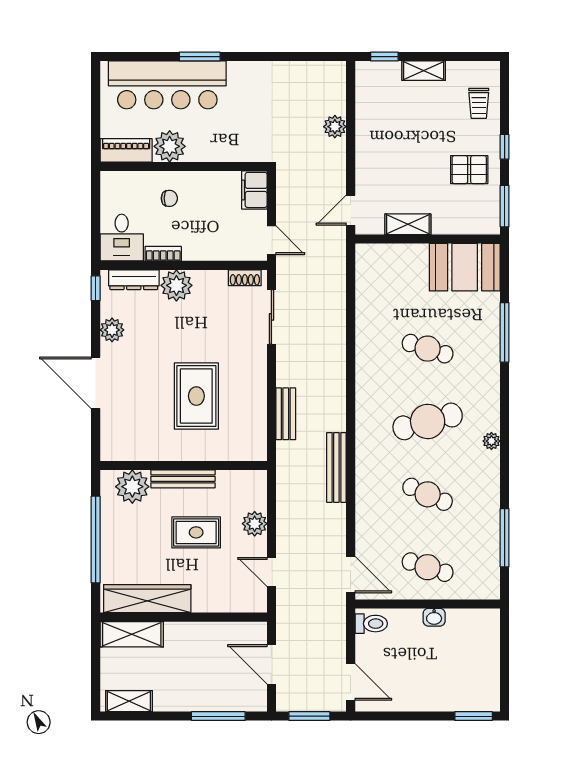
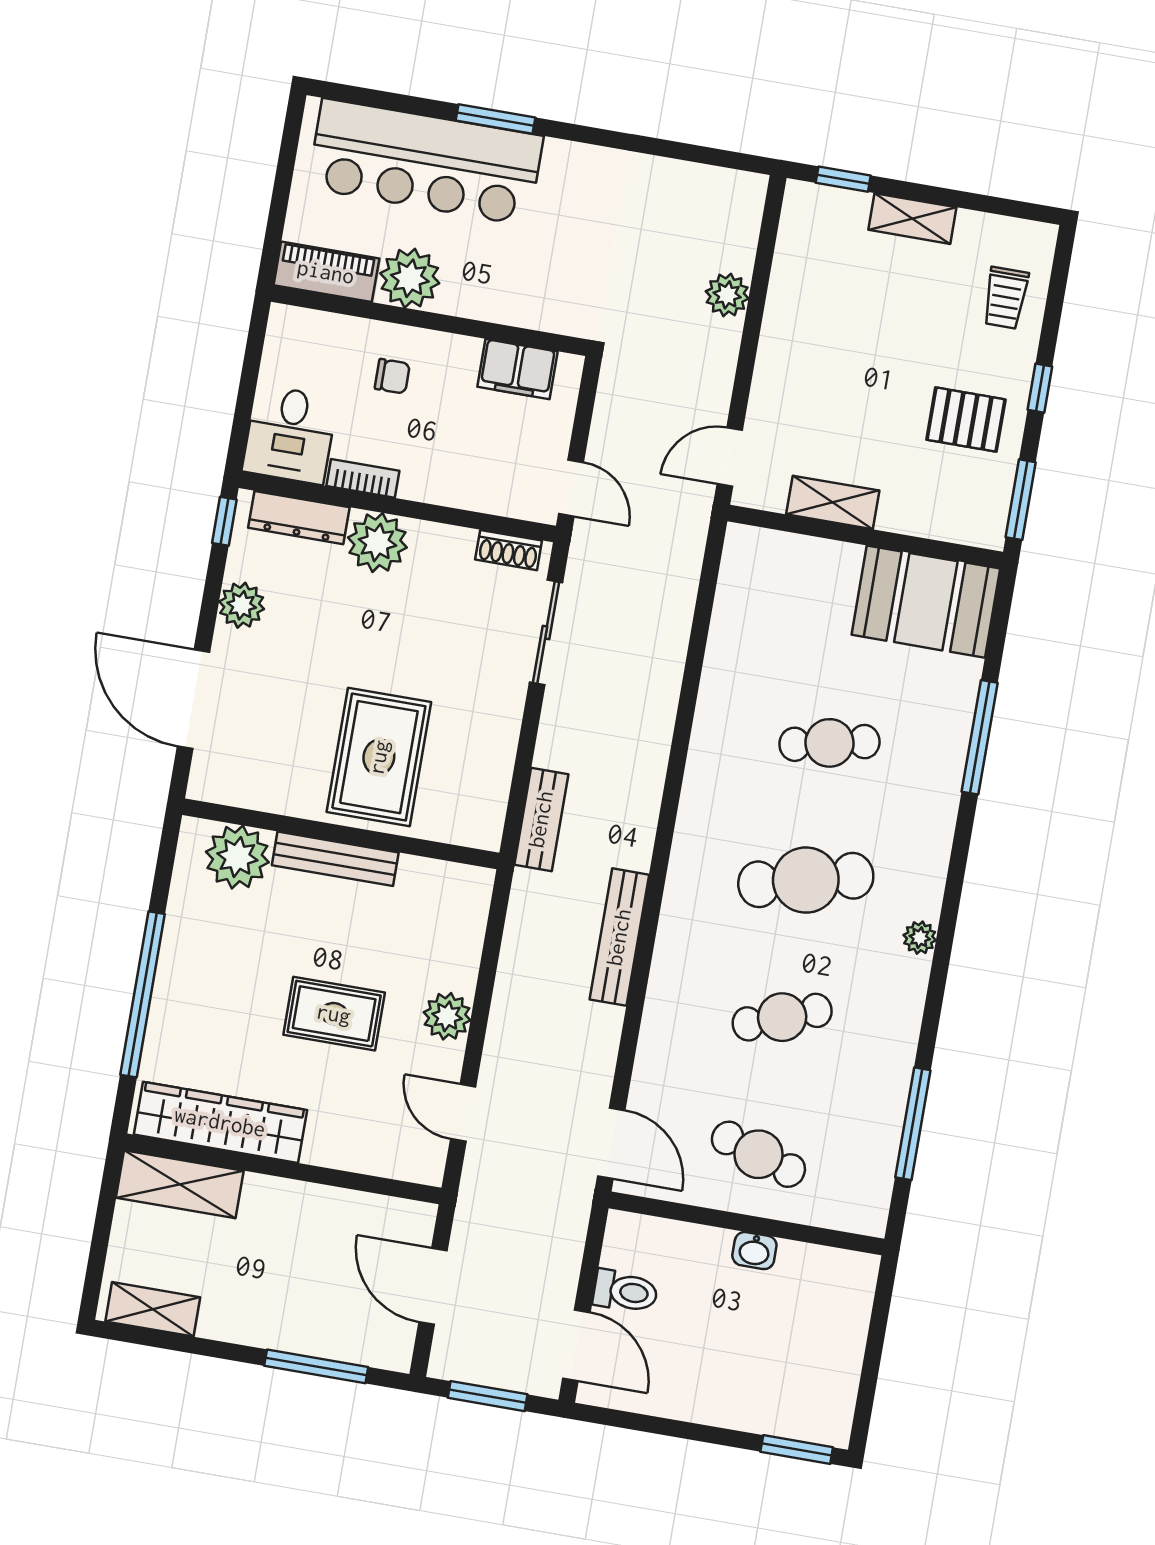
filing cabinet: (254, 190) -> (517, 369), moved, turned -90
cafe table: (428, 349) -> (829, 743), turned -30
wall: (184, 465) -> (341, 834), moved
bench: (183, 479) -> (335, 859), moved
plant: (132, 487) -> (237, 857), moved
cafe table: (428, 494) -> (782, 1017), turned -45
toilet: (371, 624) -> (625, 1291), moved

